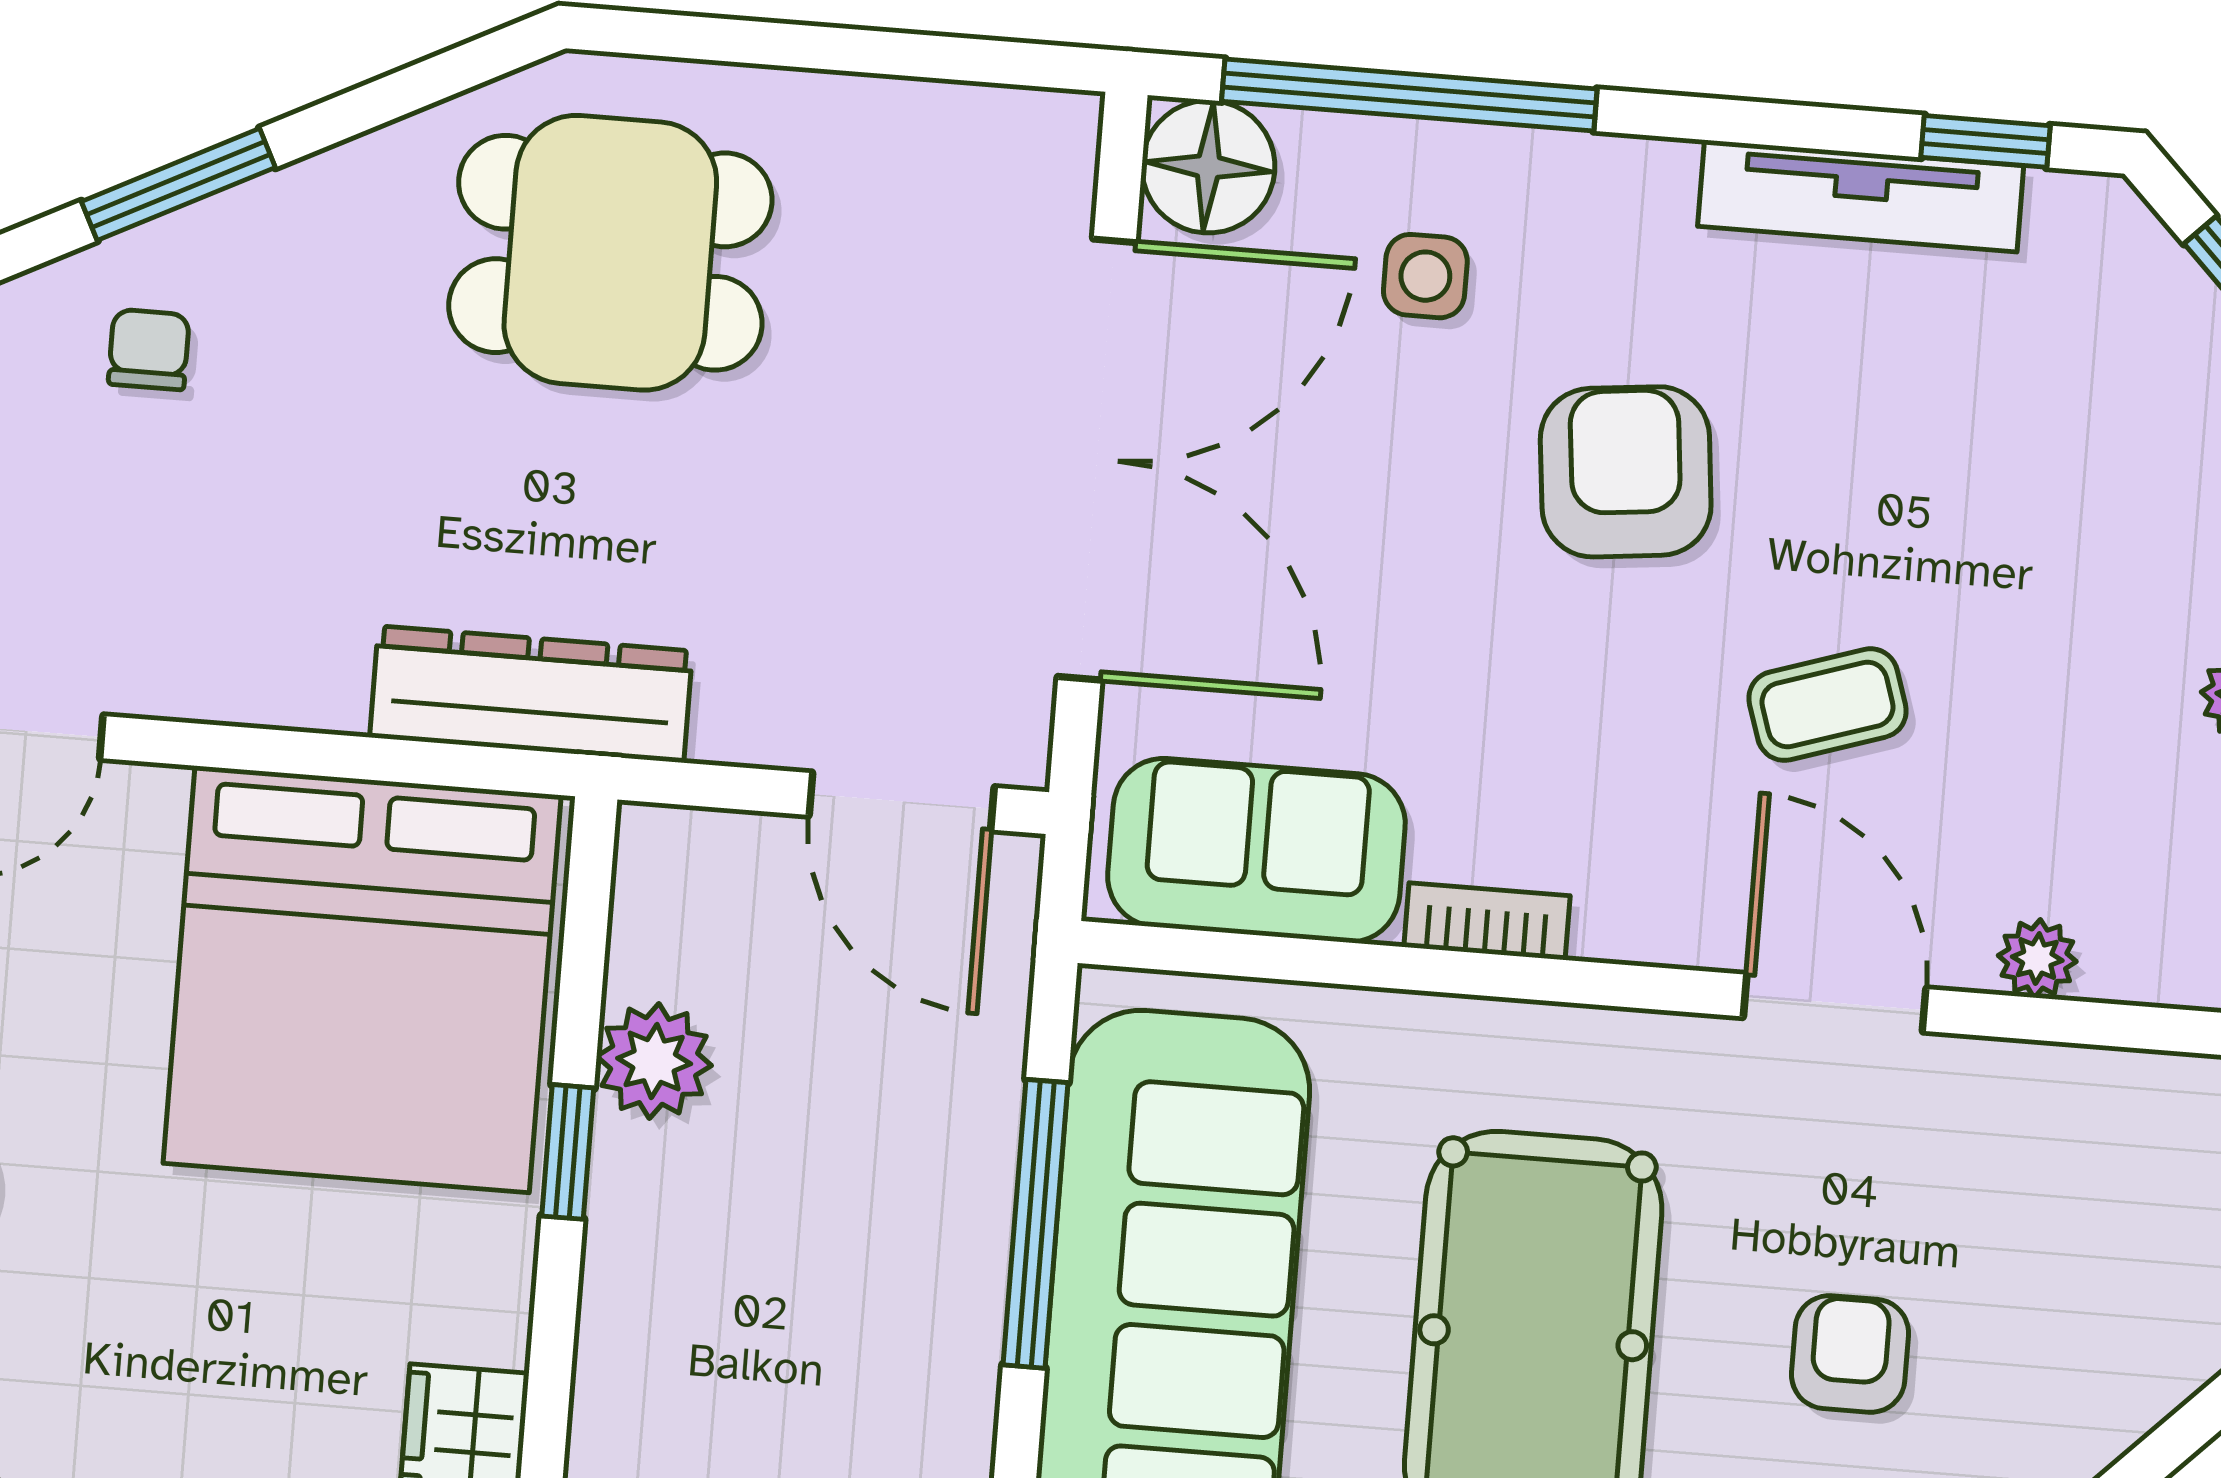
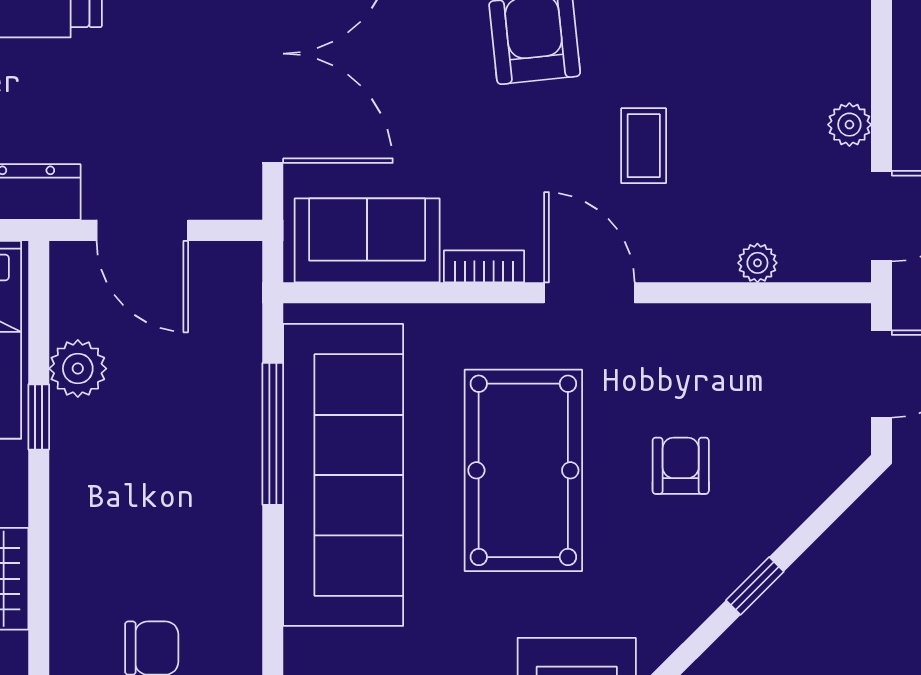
coffee table: (1827, 705) -> (644, 146), turned -72
door: (902, 801) -> (142, 230), moved
door: (1835, 1003) -> (589, 293), moved

